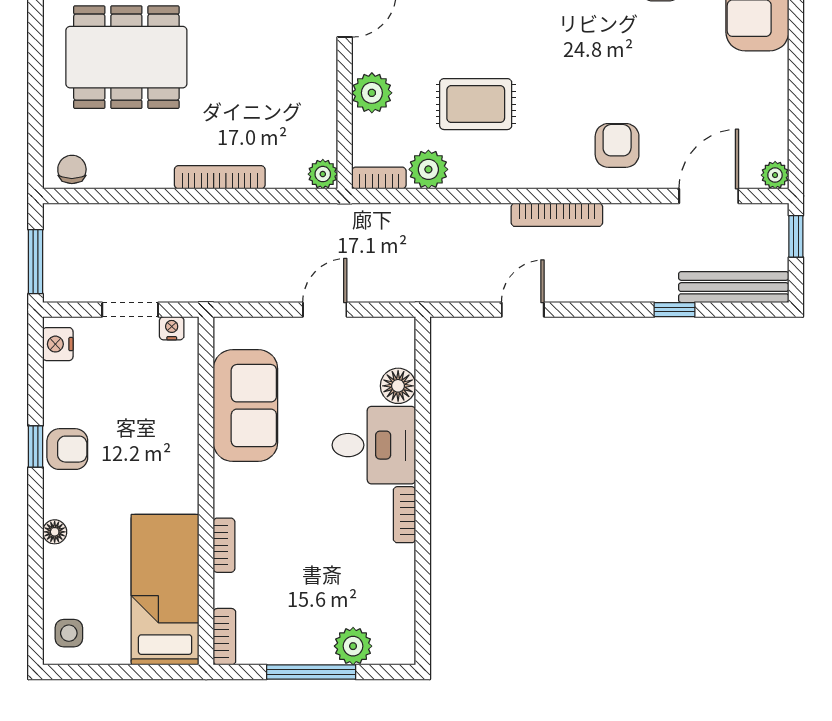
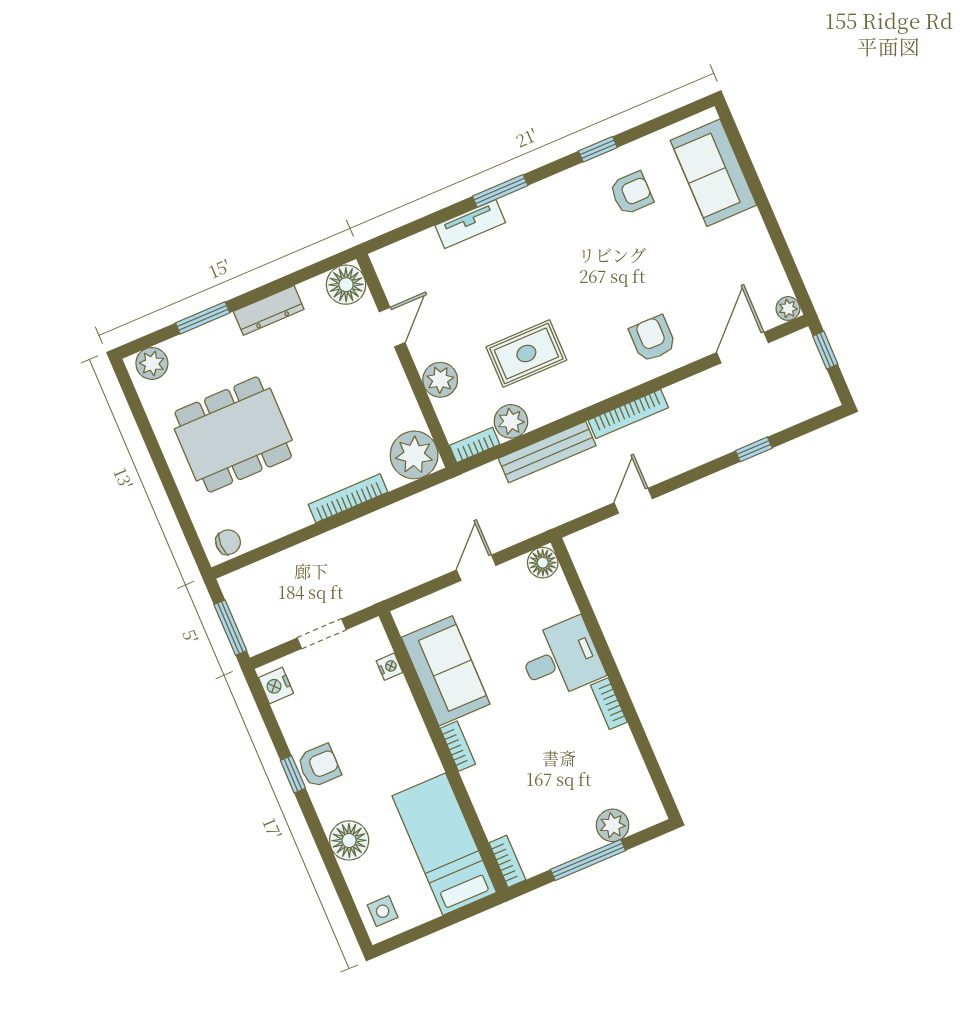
chair: (72, 169) -> (228, 542), turned 90
plant: (323, 174) -> (414, 455), width x1.87, depth x1.87
bench: (734, 287) -> (547, 452), moved
nightstand: (172, 328) -> (389, 667), moved, turned 90
floor lamp: (398, 386) -> (543, 563), moved
floor lamp: (55, 532) -> (349, 840), width x1.89, depth x1.89
bookcase: (224, 545) -> (458, 746), moved

